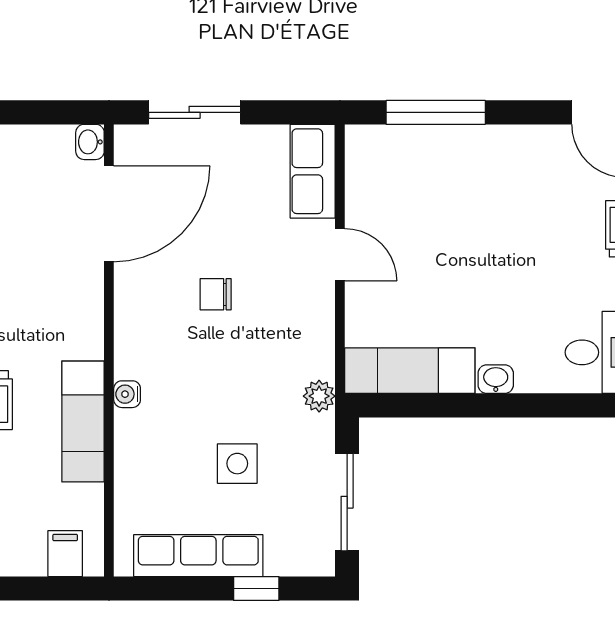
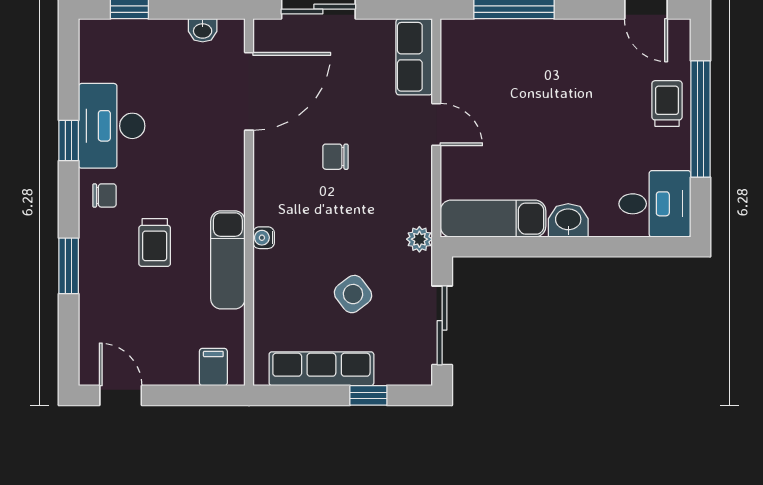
washbasin: (90, 142) -> (203, 30), moved, turned -90
washbasin: (496, 379) -> (568, 220), width x1.38, depth x1.45
side table: (237, 464) -> (353, 294), turned -37

